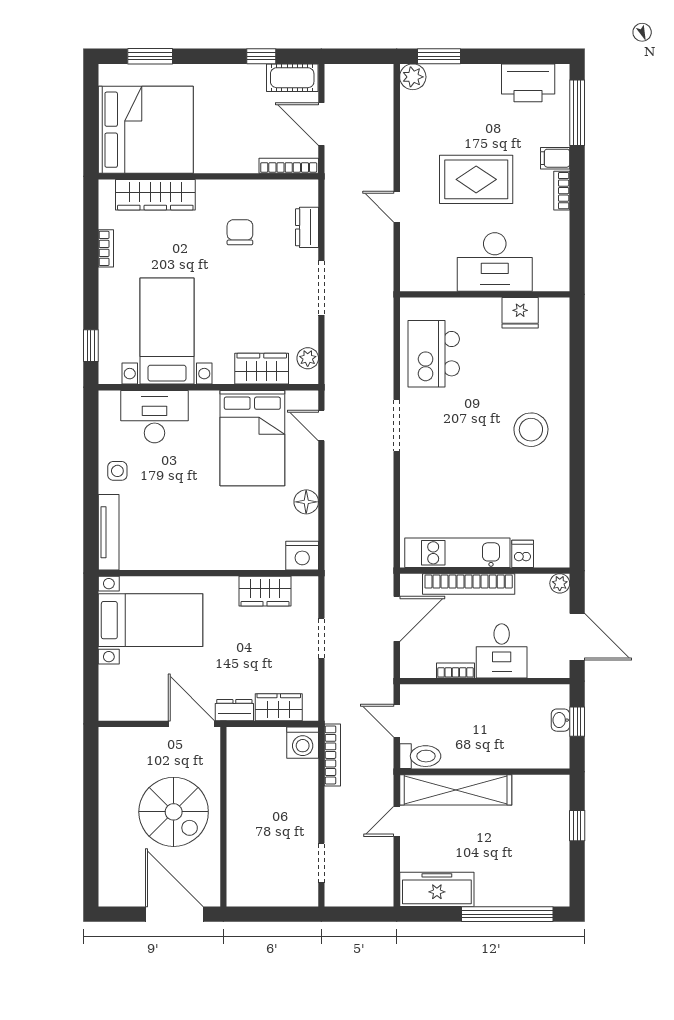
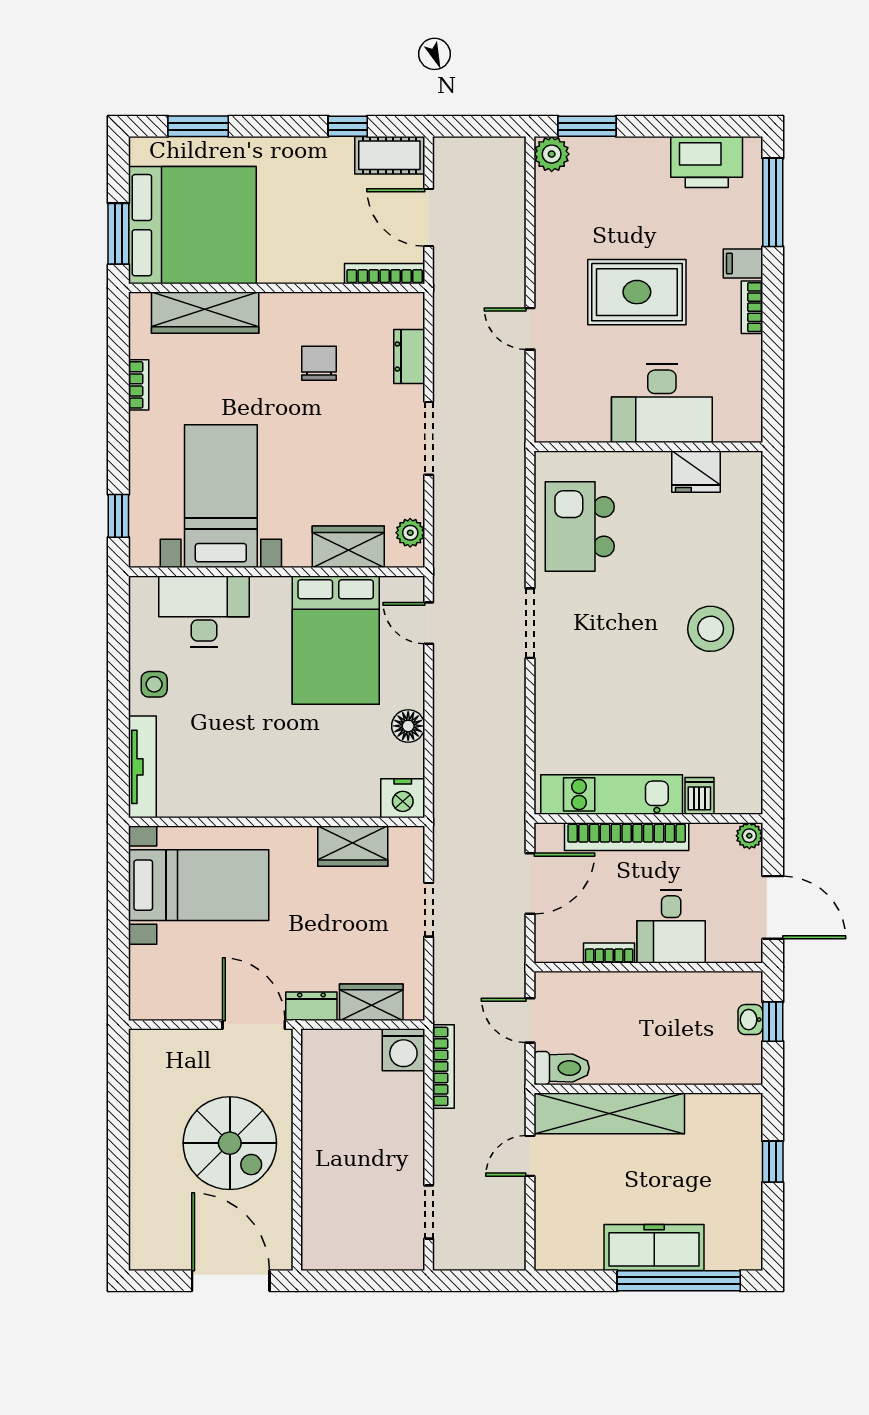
window: (91, 136) -> (118, 234), added
freezer: (437, 889) -> (654, 1247), moved

